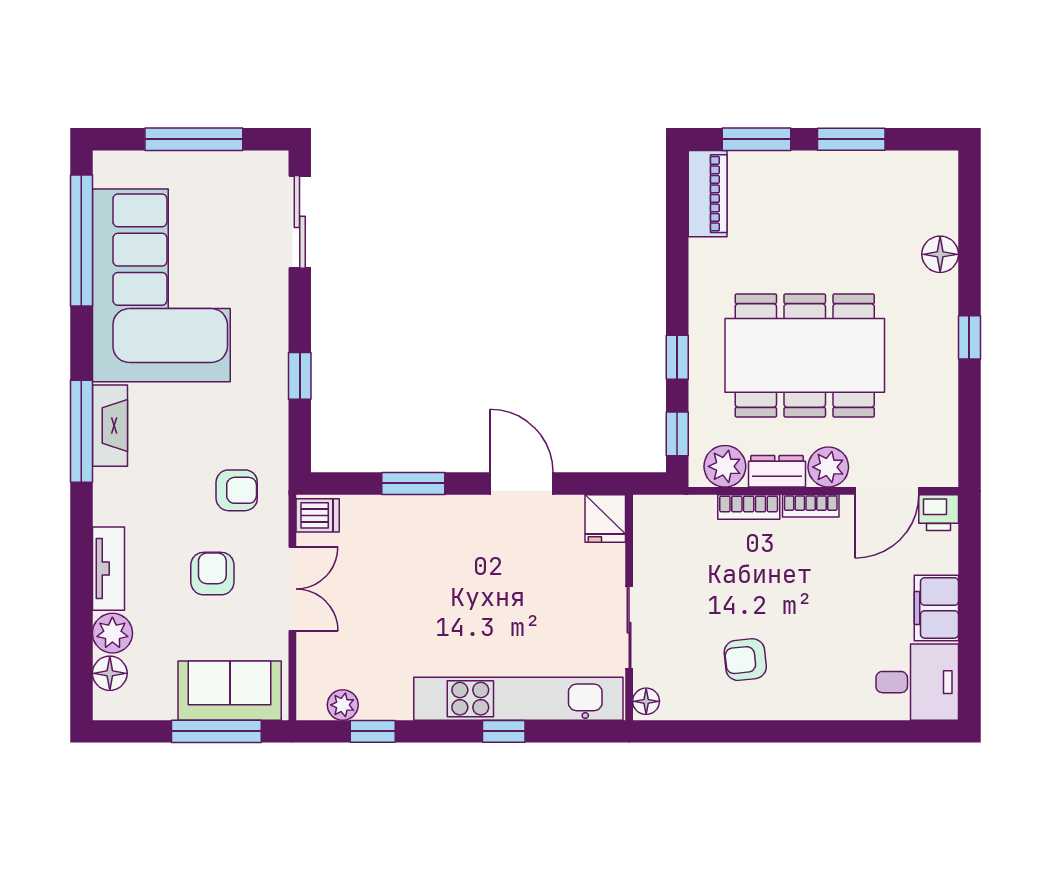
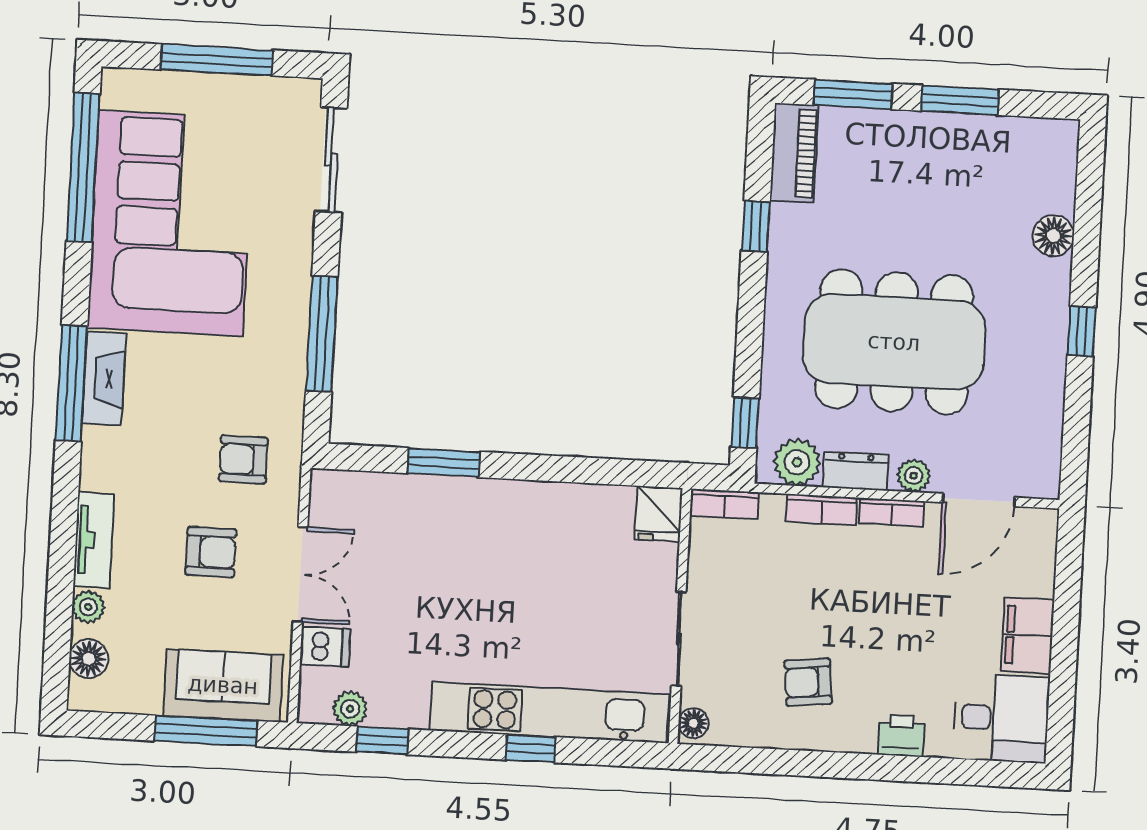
window: (677, 357) -> (756, 226), moved
window: (300, 376) -> (322, 334), width x2.17
plant: (828, 467) -> (914, 476), width x0.73, depth x0.73
door: (522, 483) -> (566, 469), removed
armchair: (237, 490) -> (243, 460), turned 180
bookcase: (663, 506) -> (724, 504), added
printer: (939, 513) -> (901, 736), moved, turned 180
dishwasher: (318, 515) -> (325, 647), moved
armchair: (212, 574) -> (211, 552), turned 90
plant: (112, 633) -> (88, 607), width x0.73, depth x0.73

